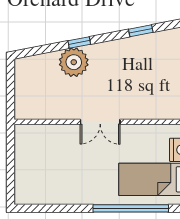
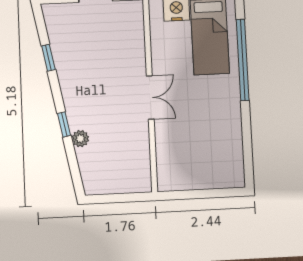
plant: (74, 62) -> (80, 139), width x0.53, depth x0.53

